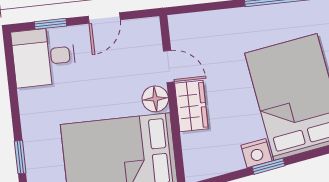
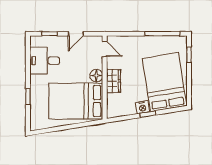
desk: (44, 57) -> (45, 61), moved
door: (169, 66) -> (105, 49), moved

